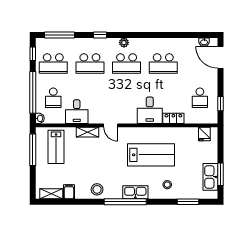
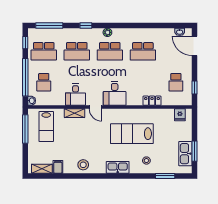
desk: (150, 110) -> (115, 93), moved
desk: (77, 112) -> (75, 95), moved
lab bench: (151, 155) -> (132, 134), turned 180
window: (125, 202) -> (109, 176), removed

